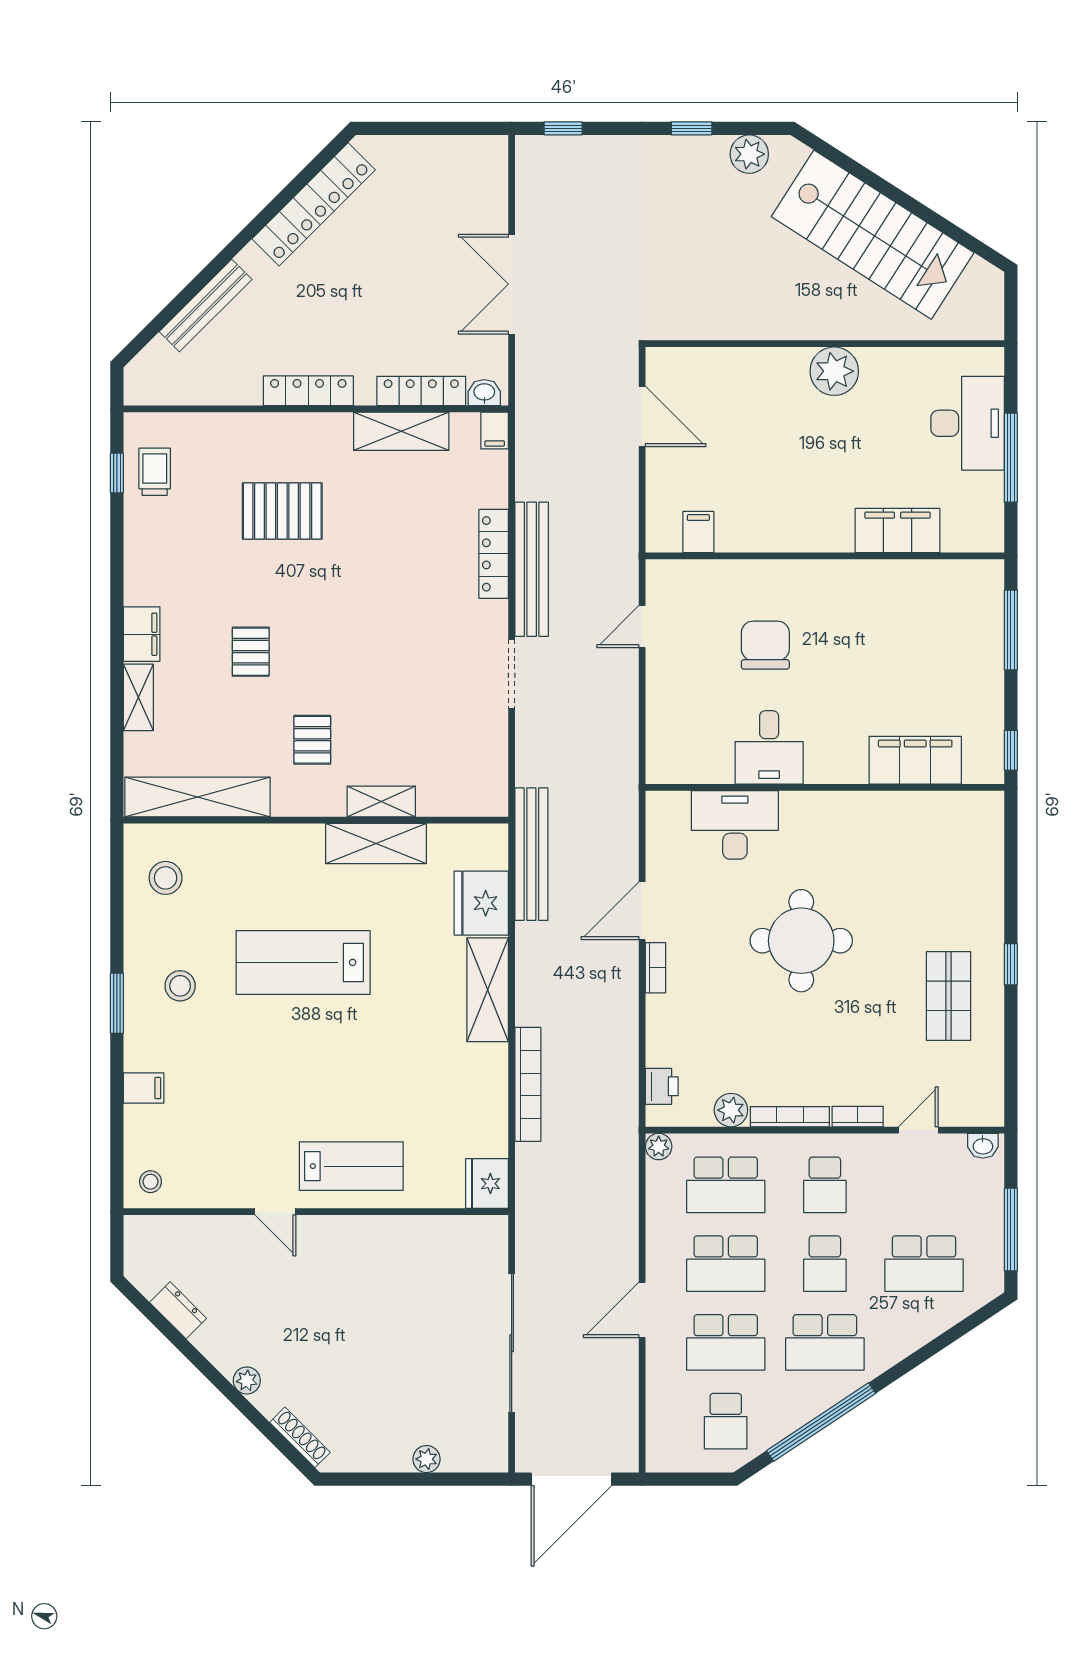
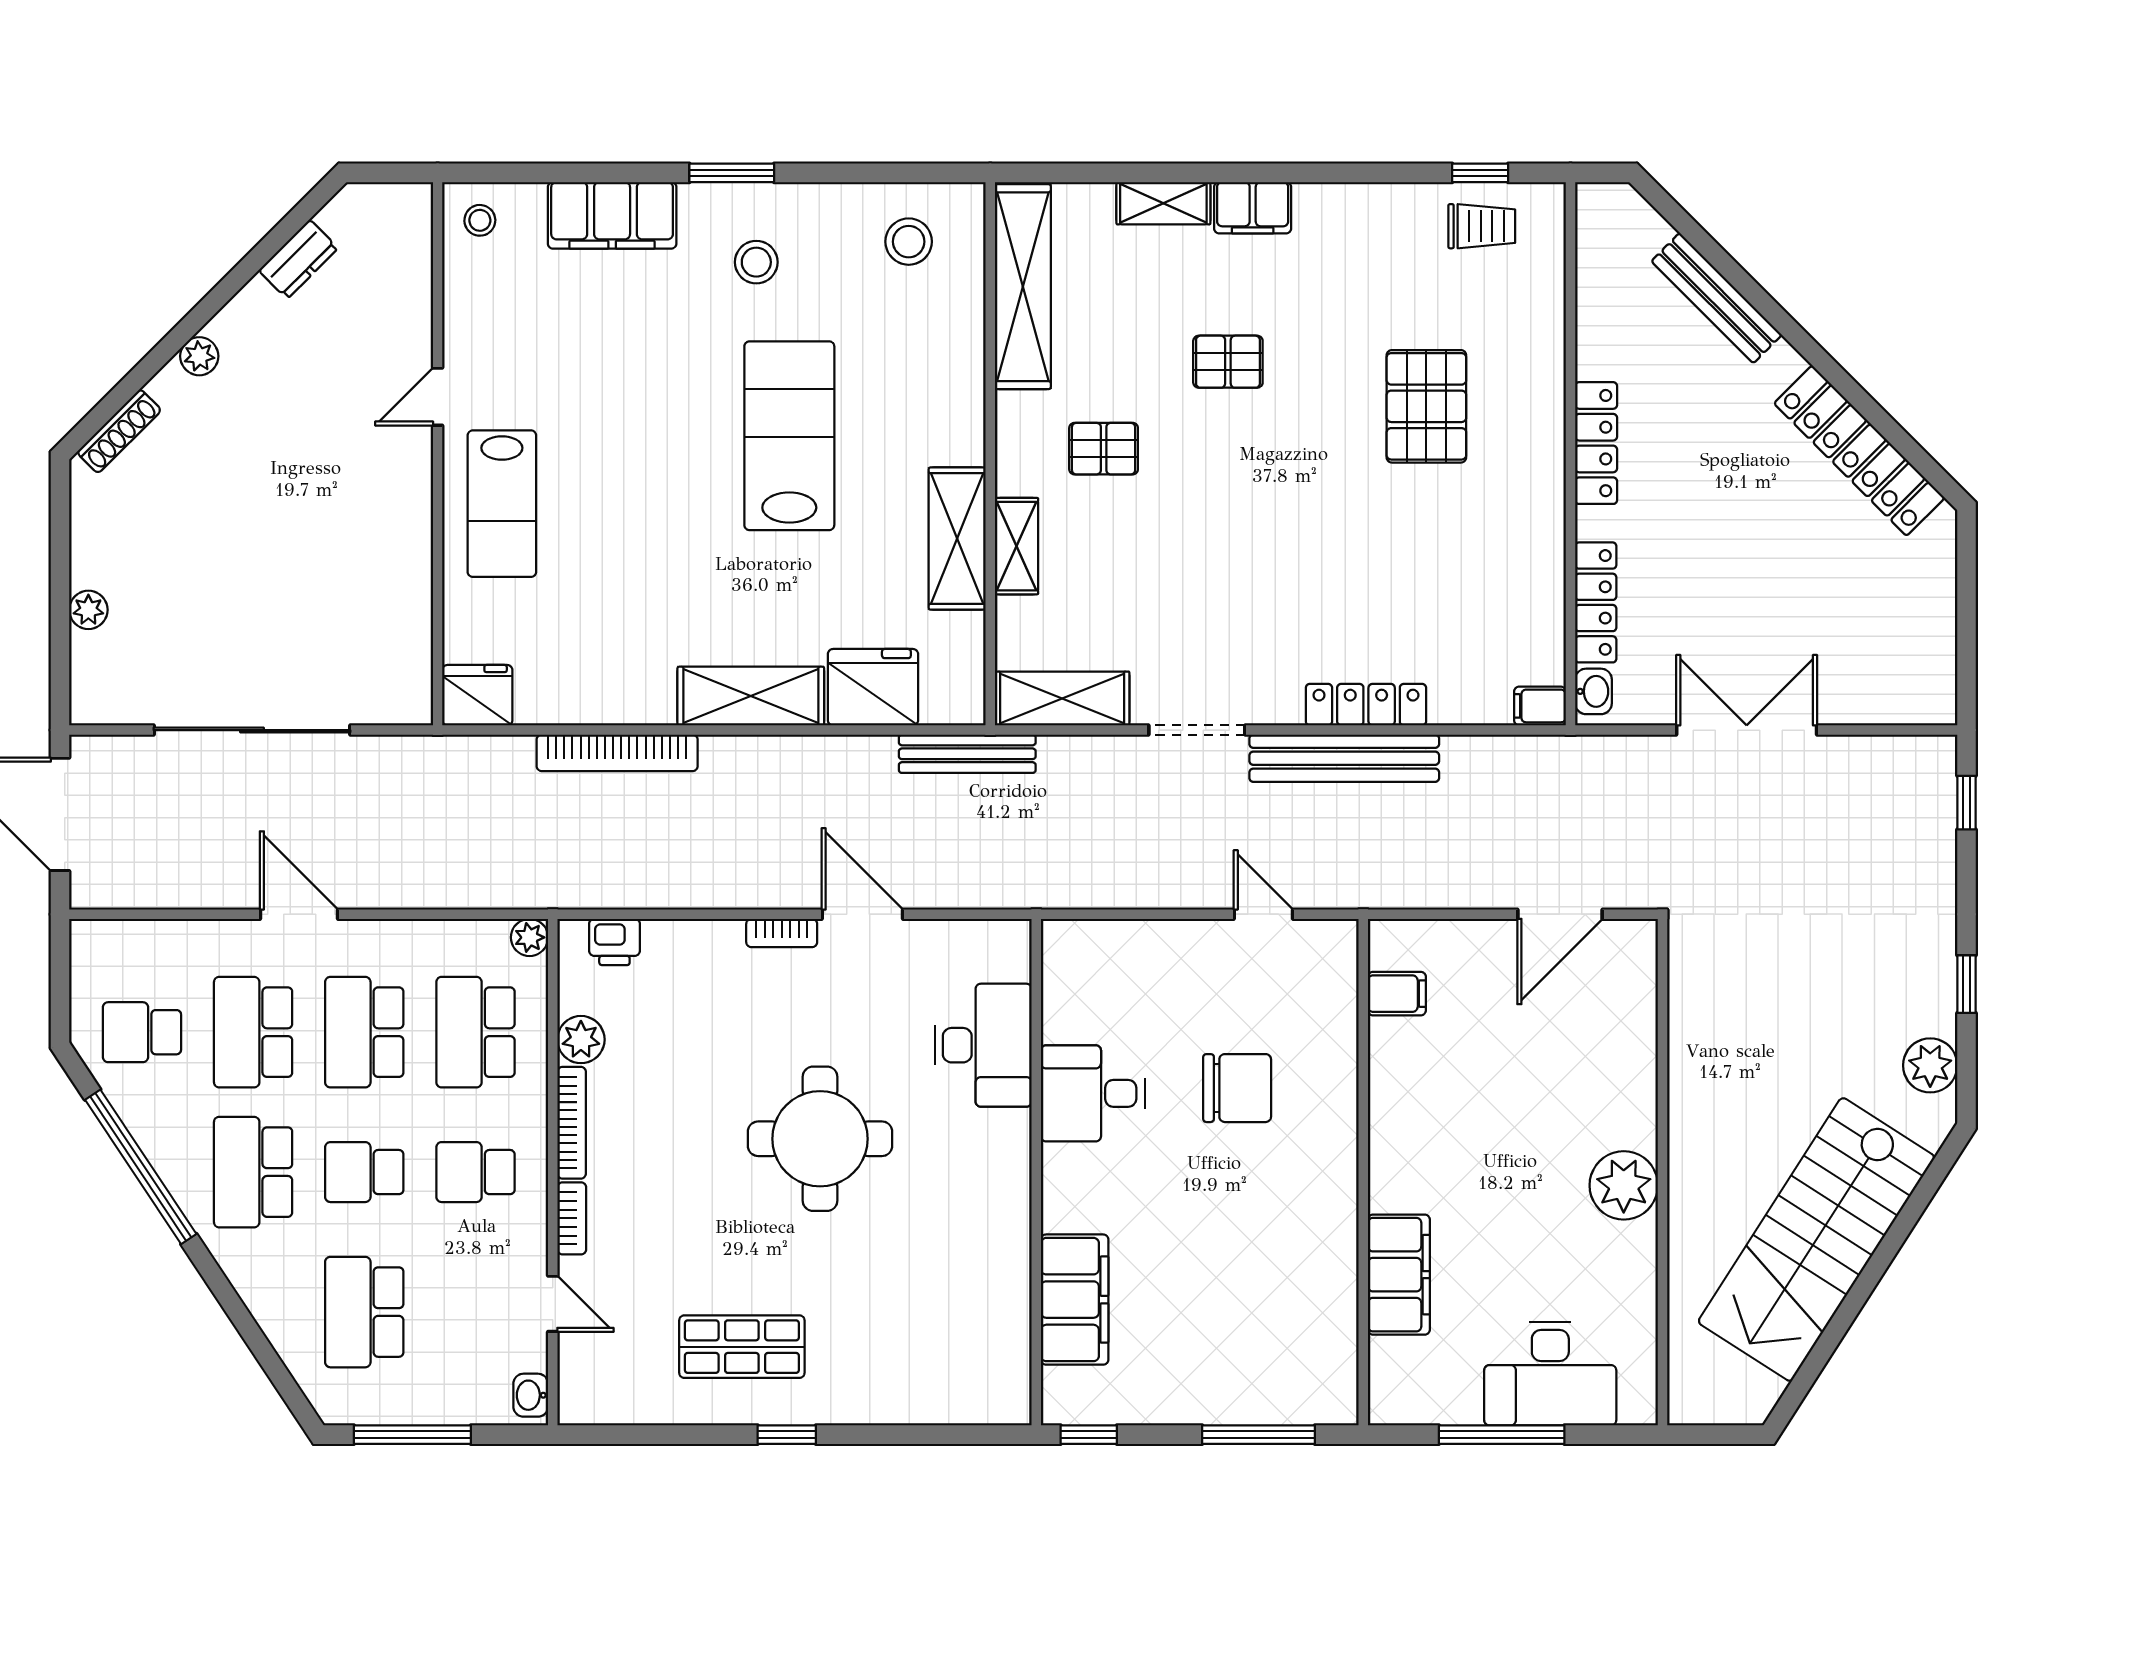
shelving: (401, 431) -> (1062, 698), moved, turned 90
bench: (531, 854) -> (967, 754), width x0.73, depth x0.82
filing cabinet: (144, 1088) -> (612, 215), width x3.00, depth x1.17

